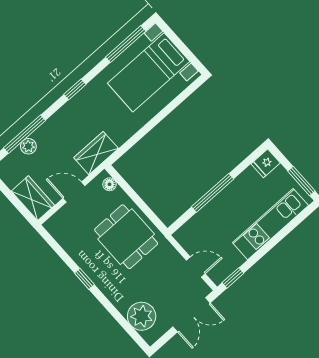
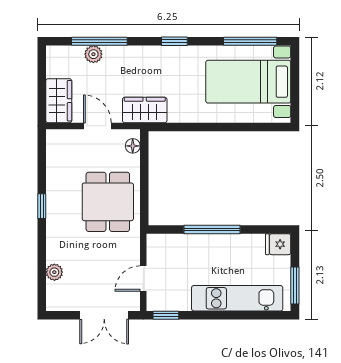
door: (196, 267) -> (143, 279), swing flipped
plant: (142, 316) -> (54, 272), width x0.53, depth x0.53

